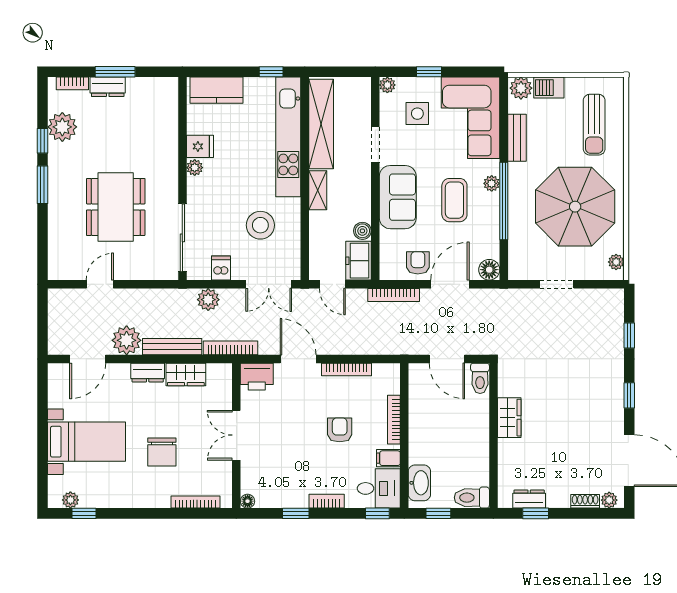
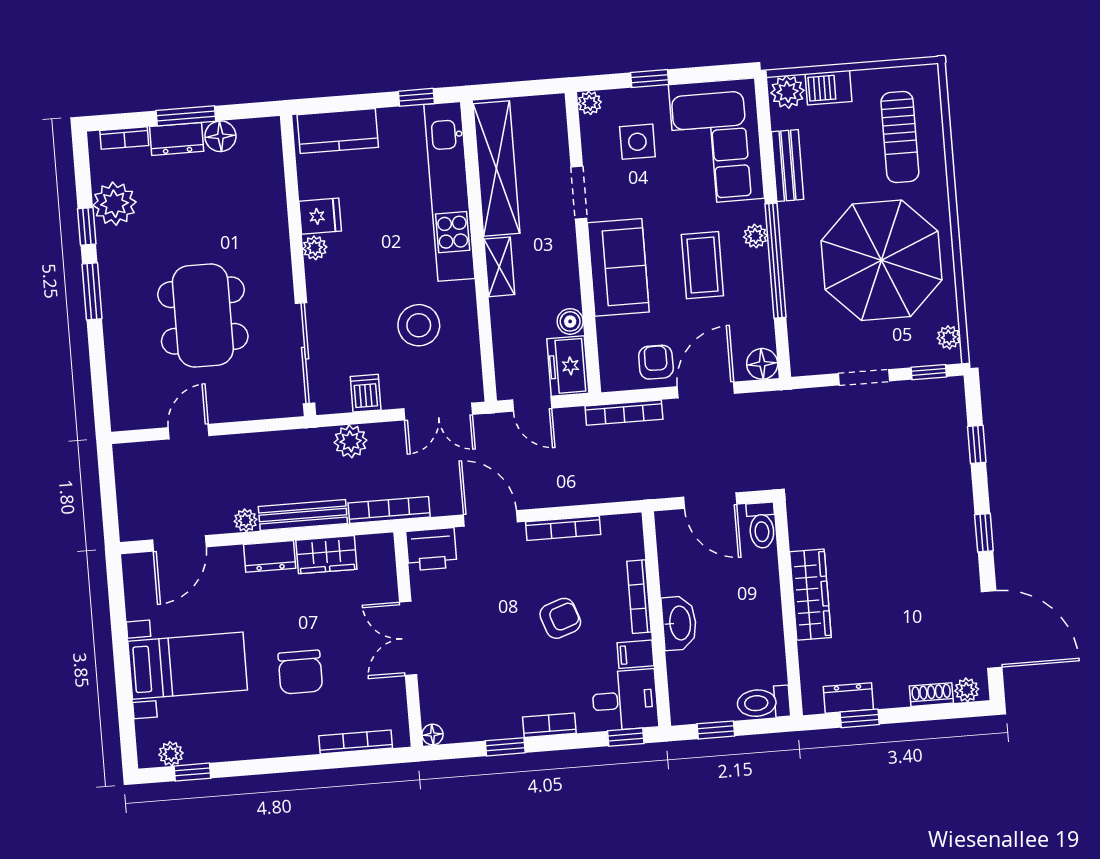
floor lamp: (137, 87) -> (220, 136), added
window: (601, 284) -> (929, 372), added
plant: (127, 340) -> (245, 520), width x0.53, depth x0.53
wardrobe: (509, 418) -> (810, 595), width x1.50
armchair: (340, 430) -> (560, 618), turned 71
washbasin: (419, 483) -> (679, 623), moved

